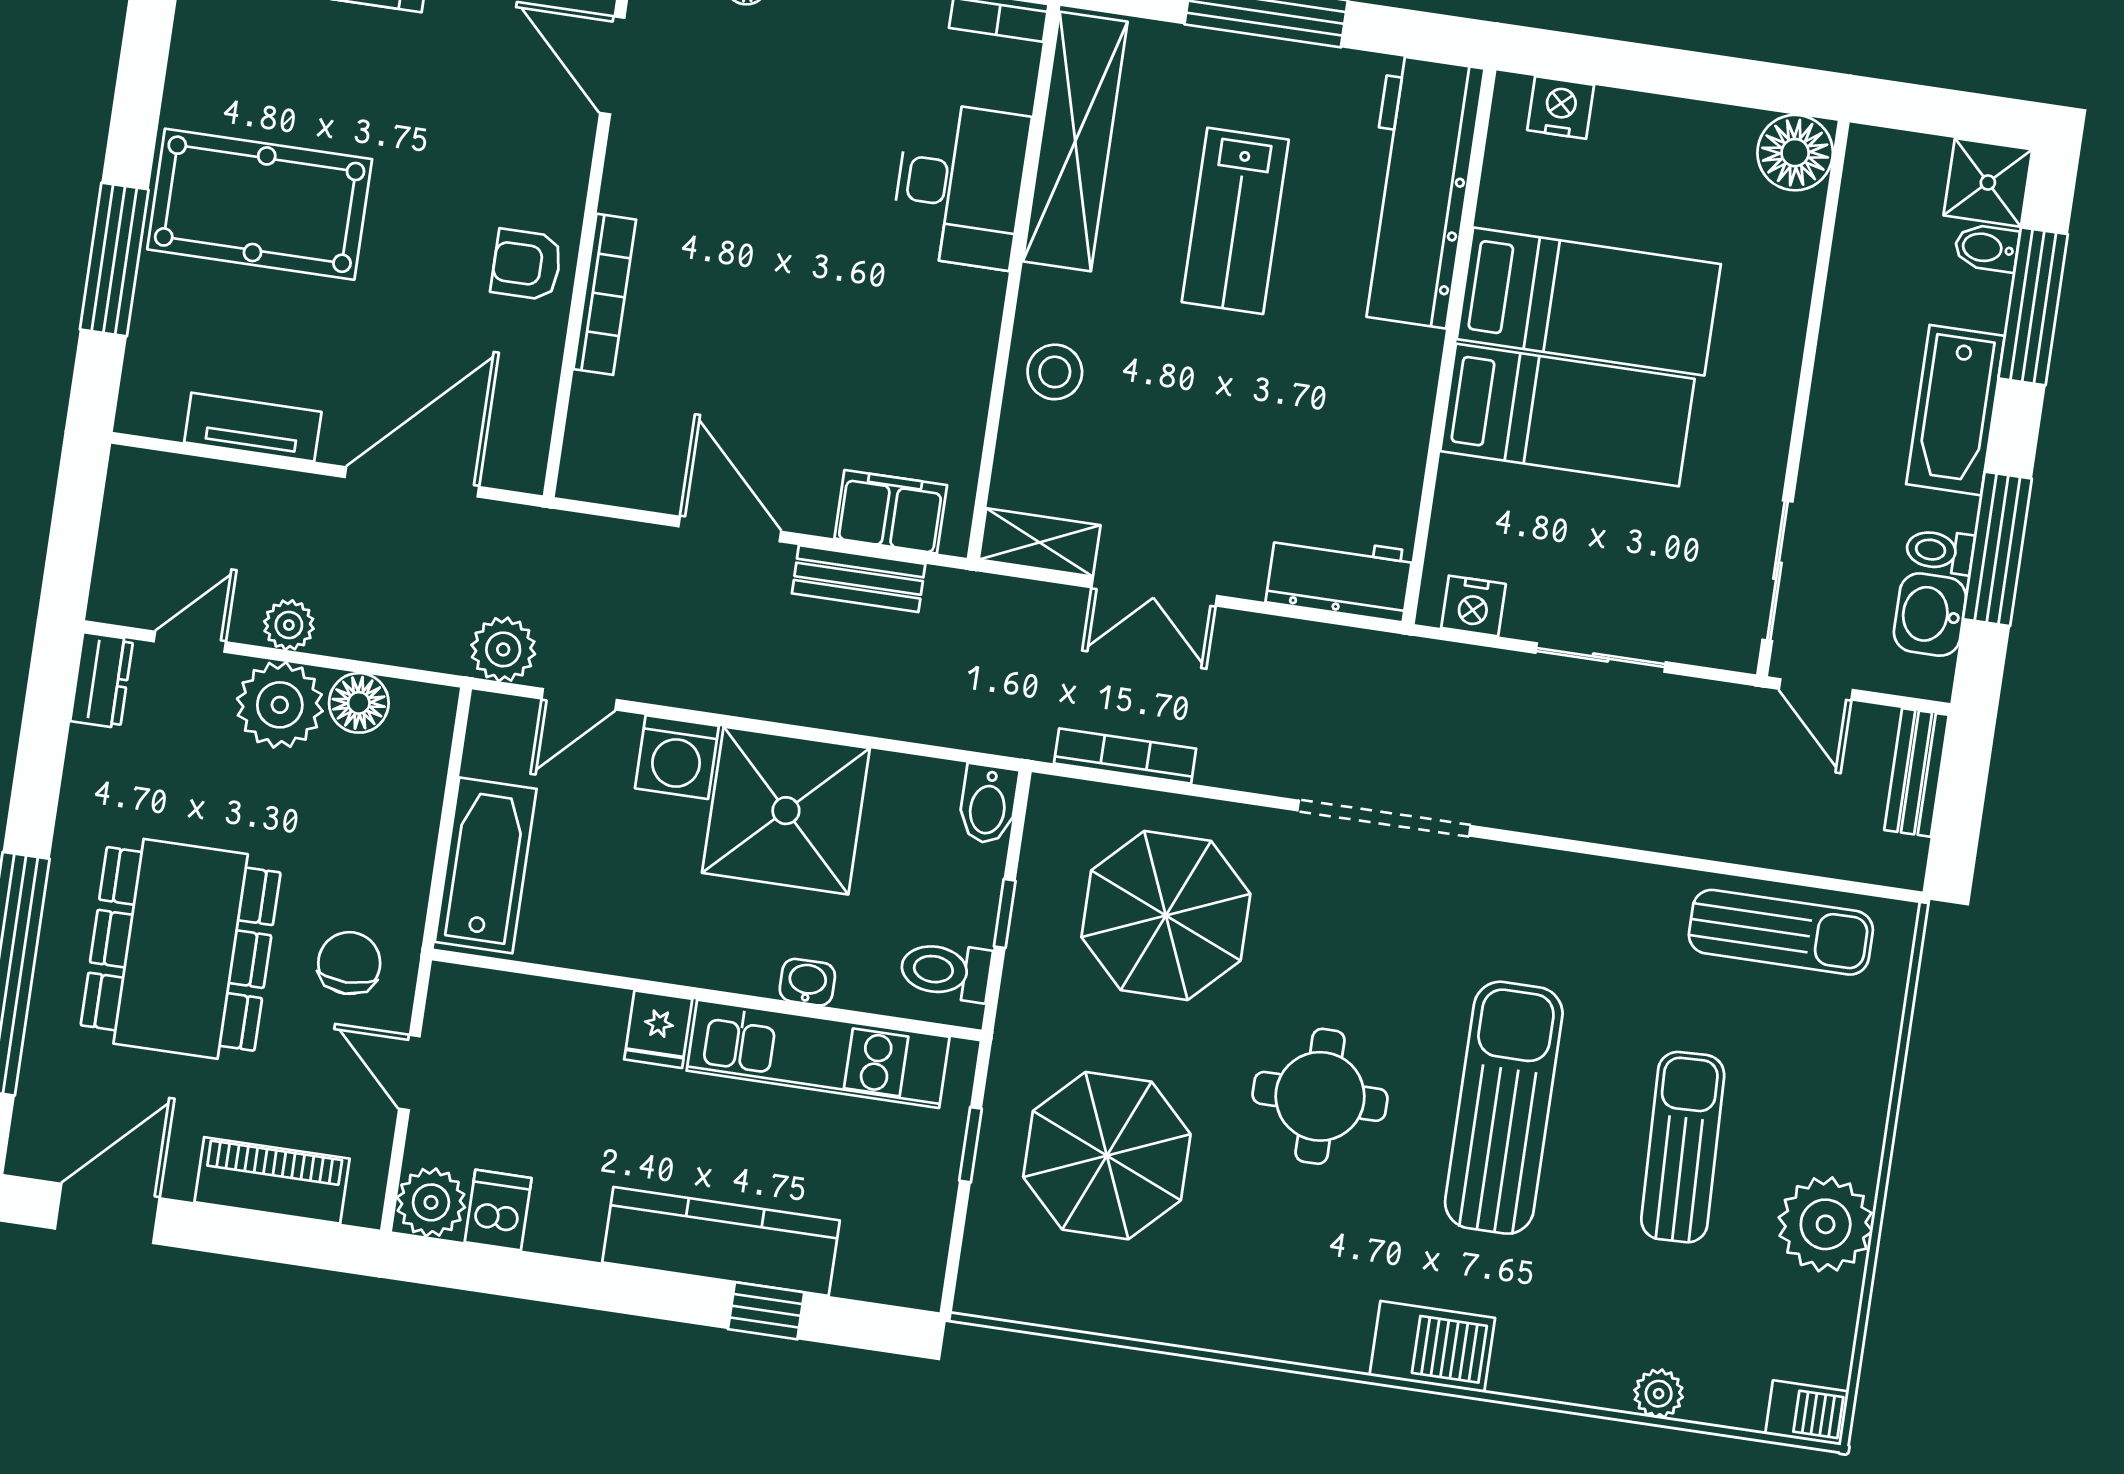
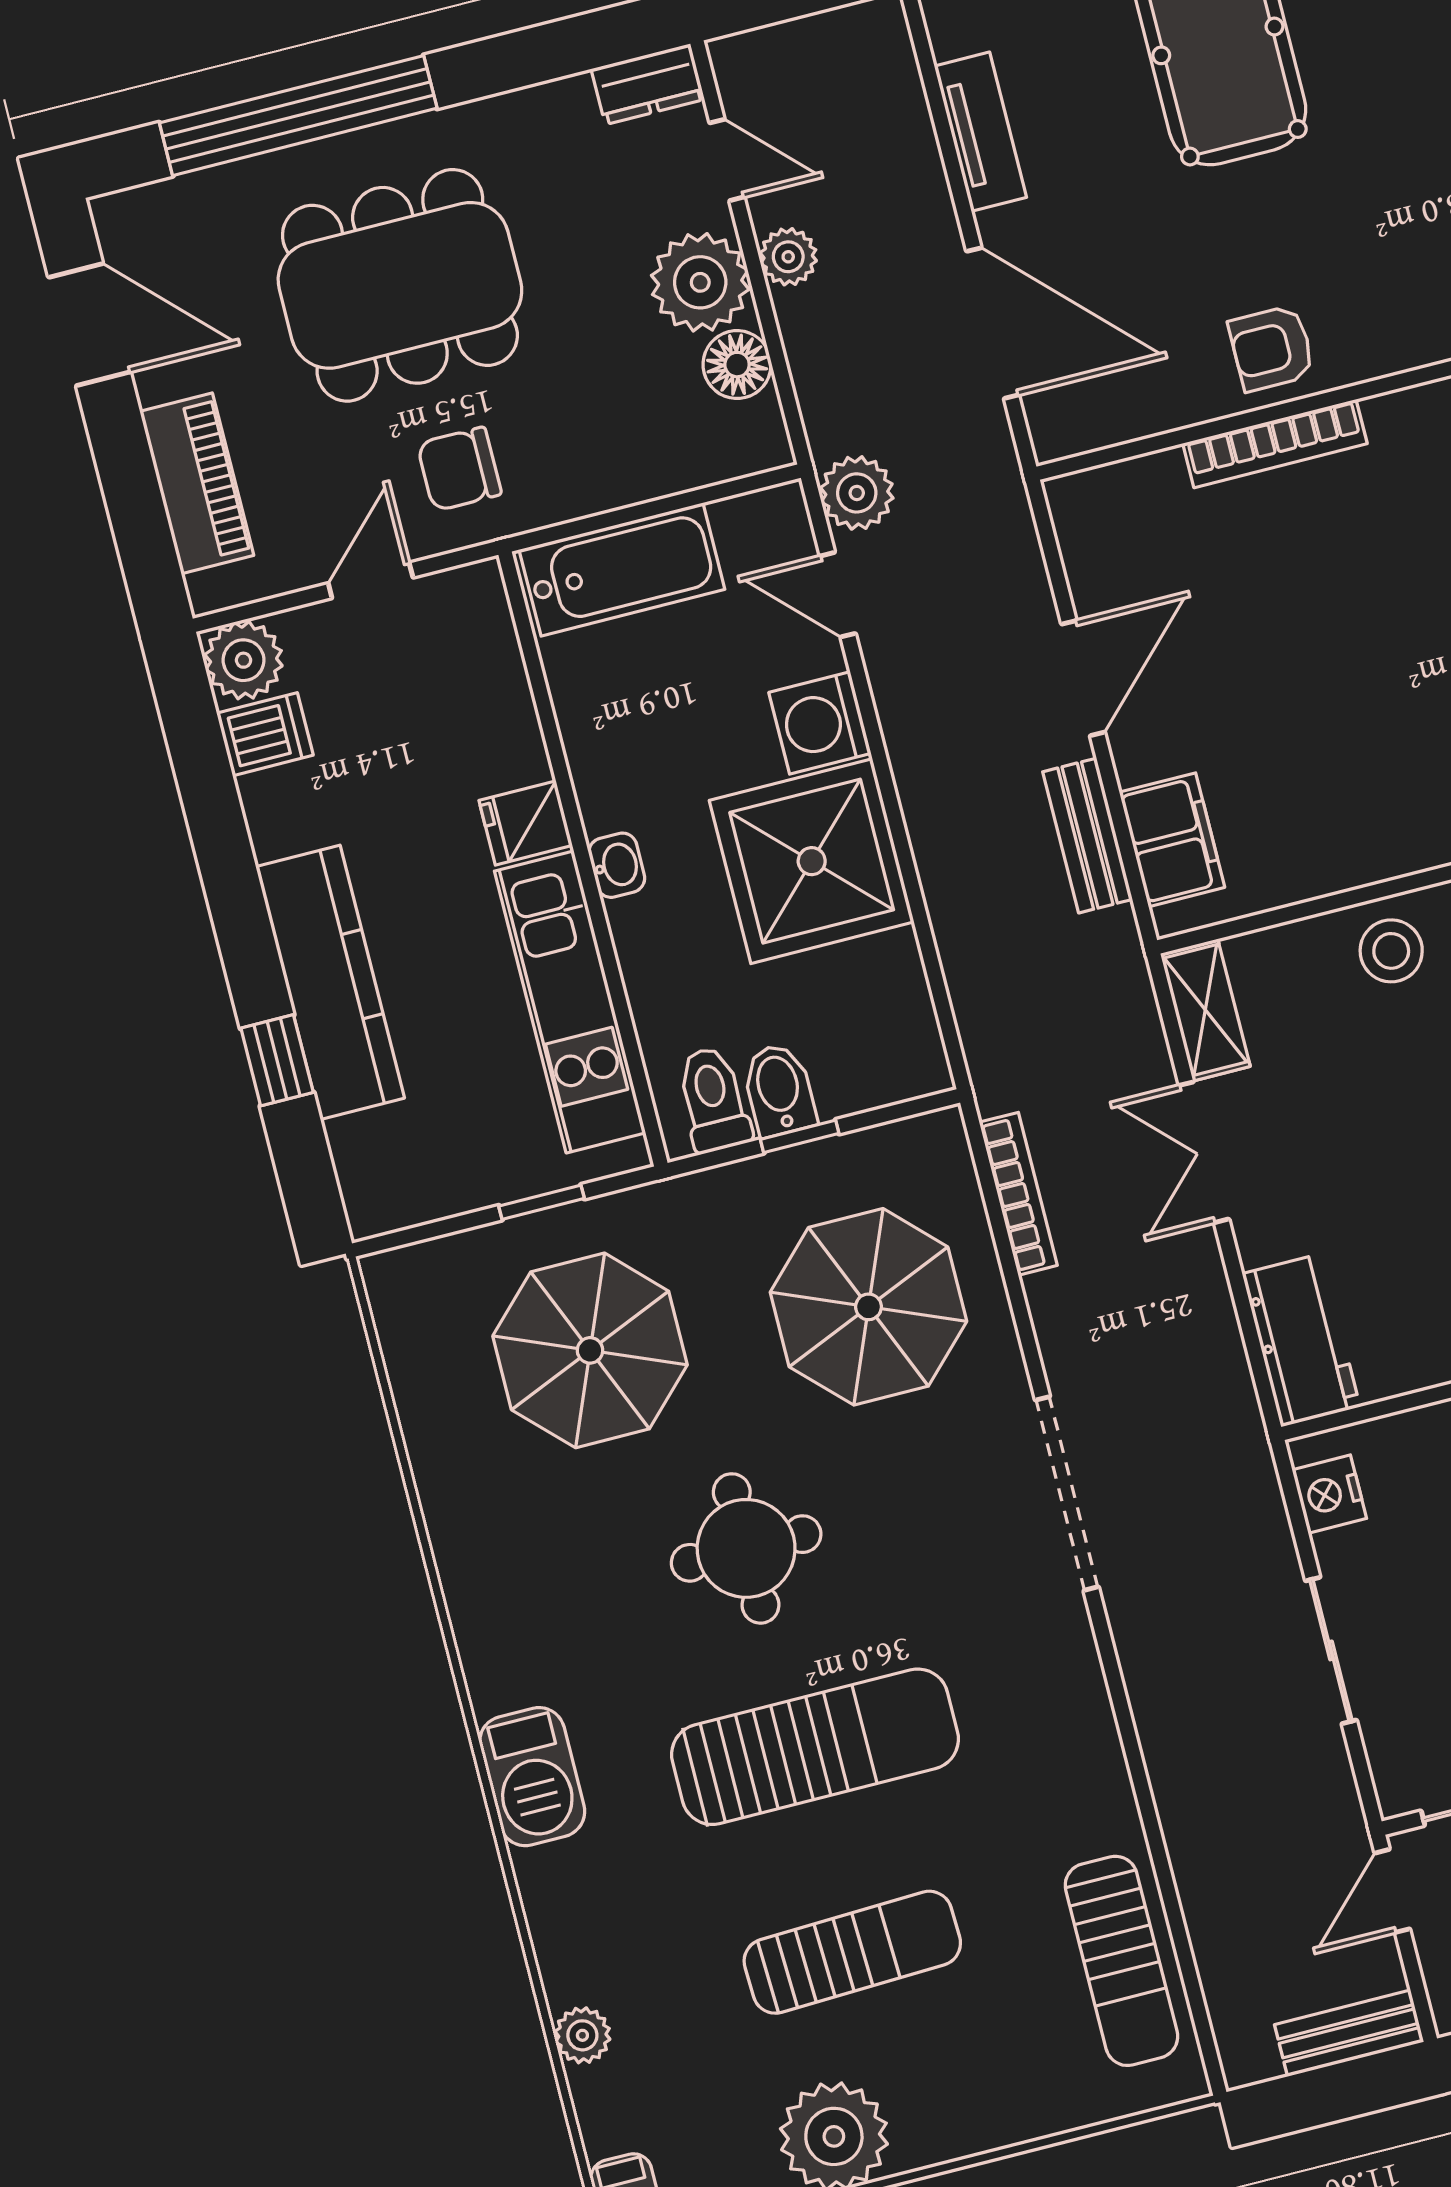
armchair: (527, 265) -> (1272, 348), turned -90
bidet: (988, 804) -> (779, 1090), moved, turned 90
chair: (349, 963) -> (459, 469), turned 180
washbasin: (807, 982) -> (617, 865), moved

